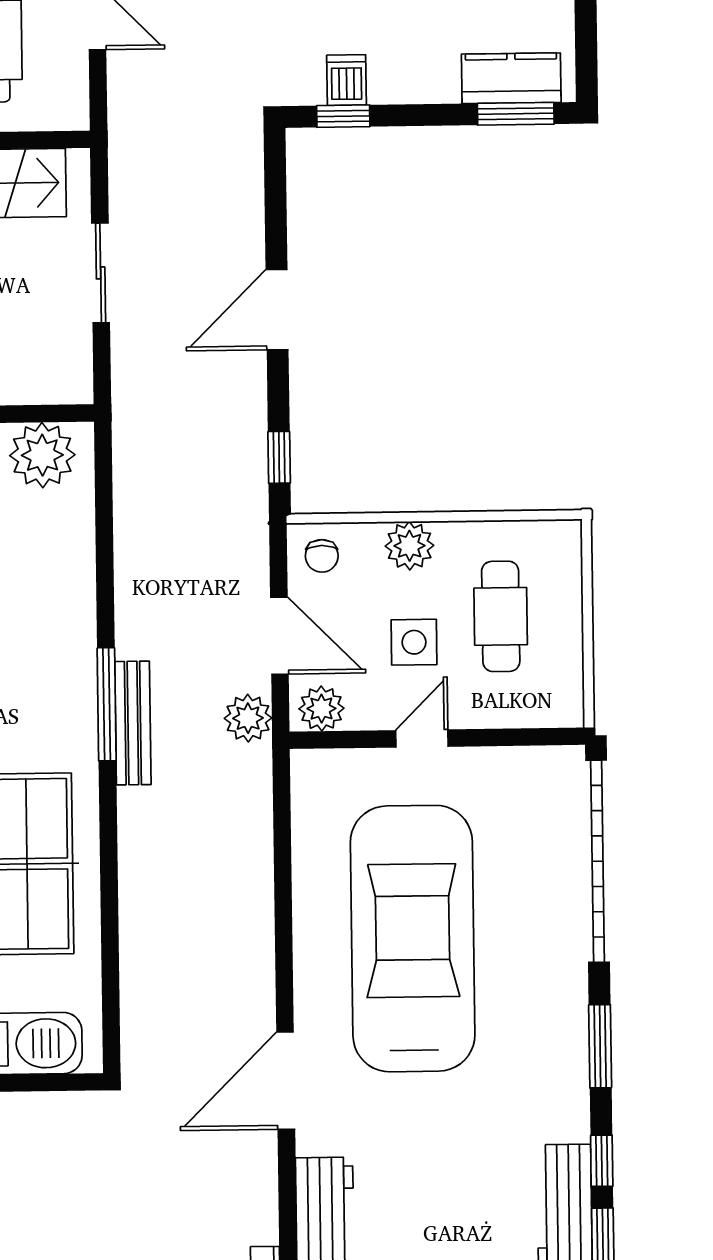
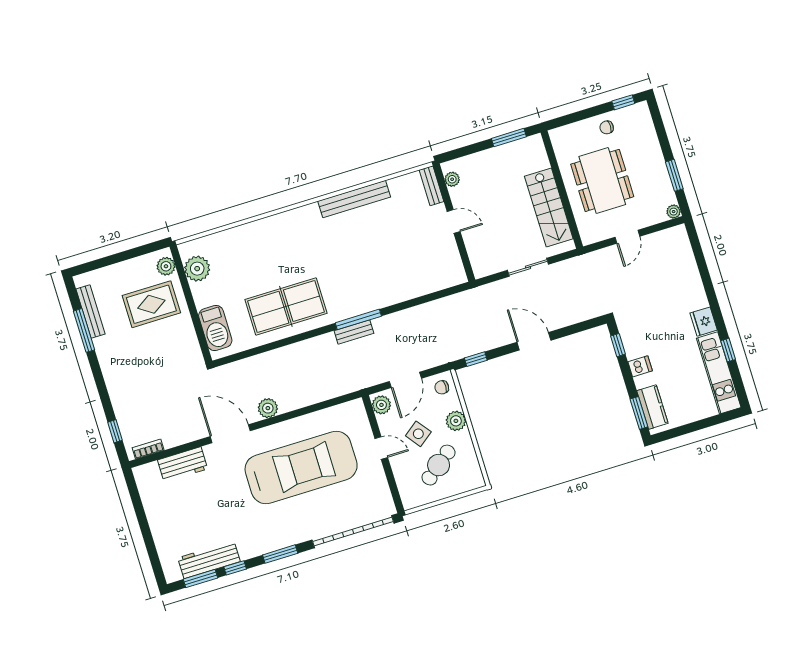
dishwasher: (347, 80) -> (640, 366), moved
plant: (42, 455) -> (449, 265), removed
cafe table: (501, 616) -> (439, 465), turned -38
side table: (414, 642) -> (418, 434), turned -37
plant: (248, 718) -> (268, 408), moved
bench: (133, 723) -> (354, 332), width x0.73

